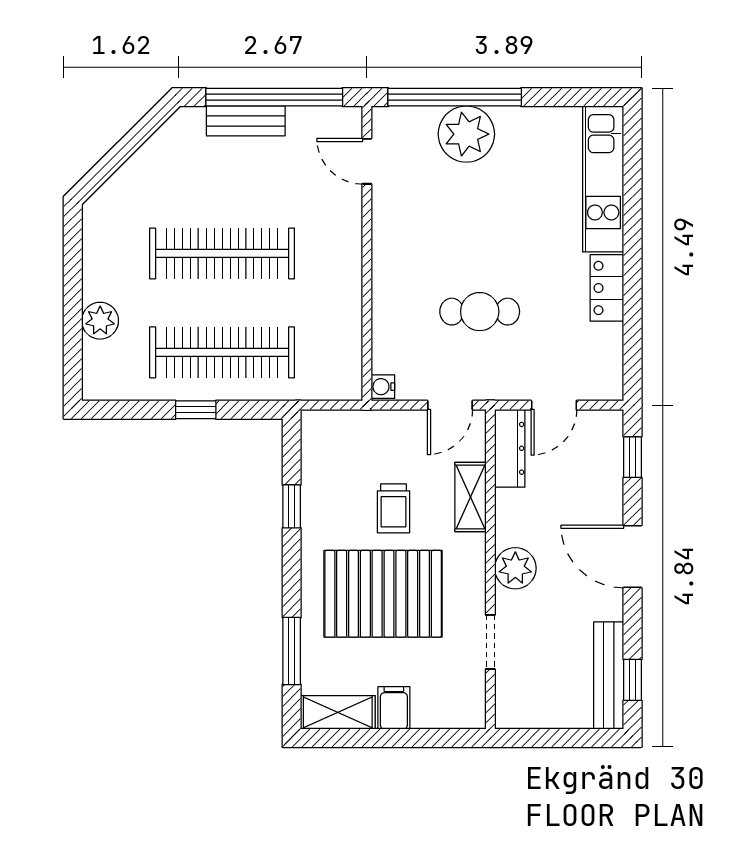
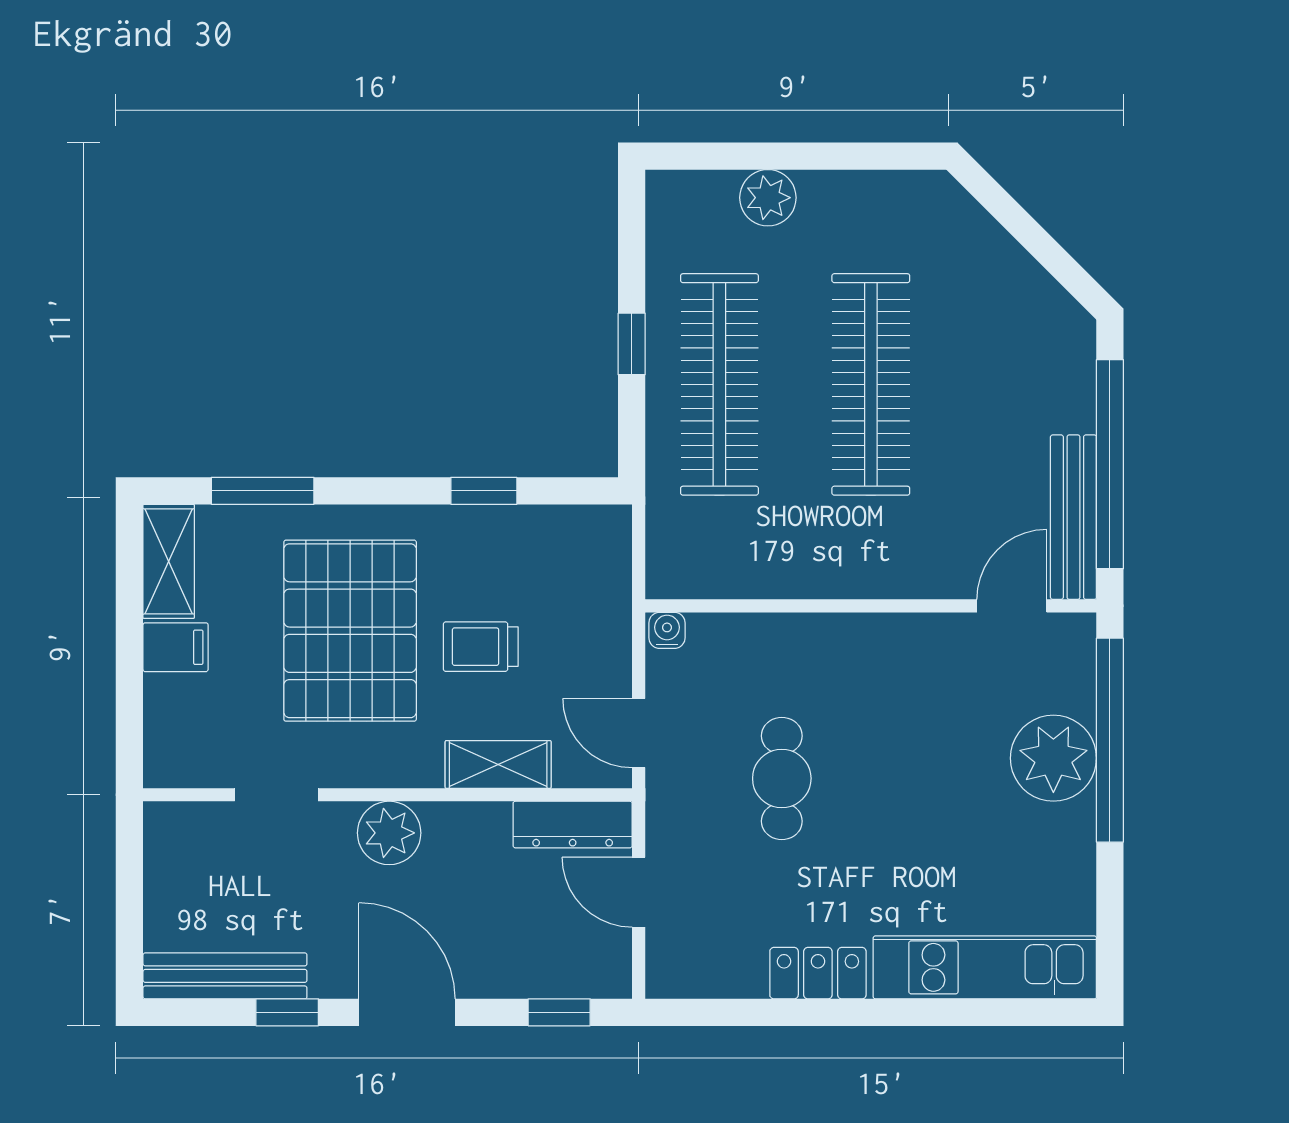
bench: (246, 121) -> (1073, 517), moved, width x1.36
door: (633, 557) -> (407, 1012), hinge flipped
window: (633, 680) -> (287, 1012), moved

